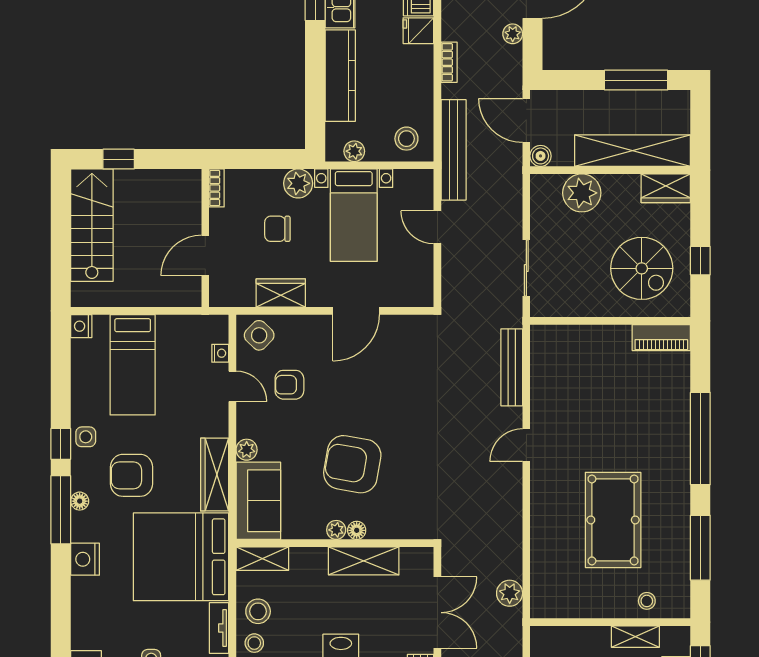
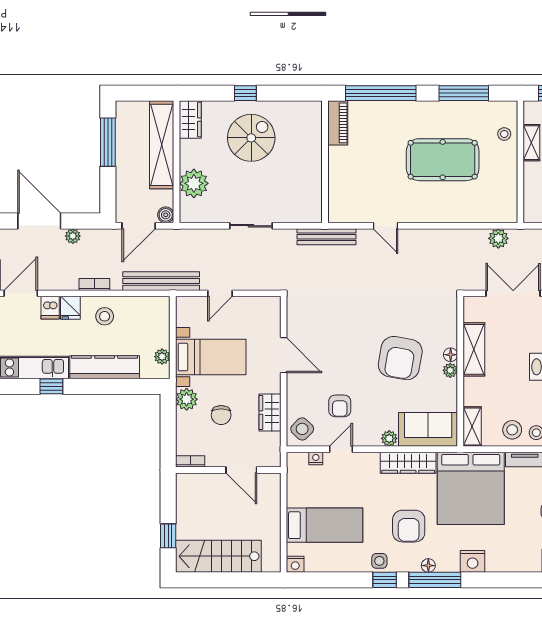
stool: (406, 139) -> (105, 316), moved
wall: (610, 321) -> (325, 162), moved
piano: (661, 338) -> (338, 123), moved

